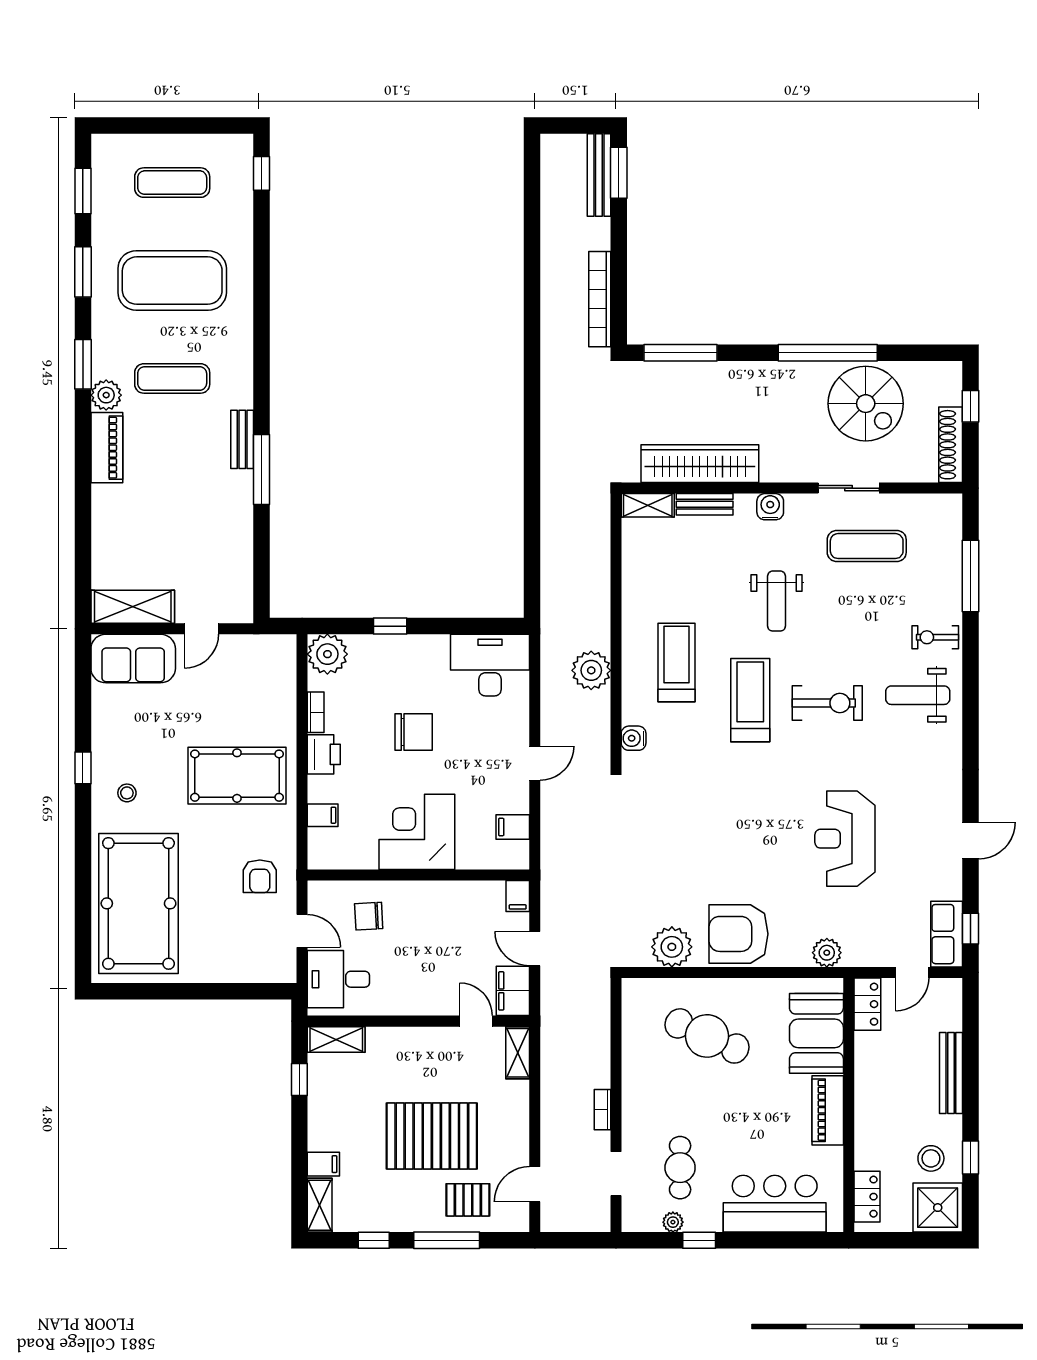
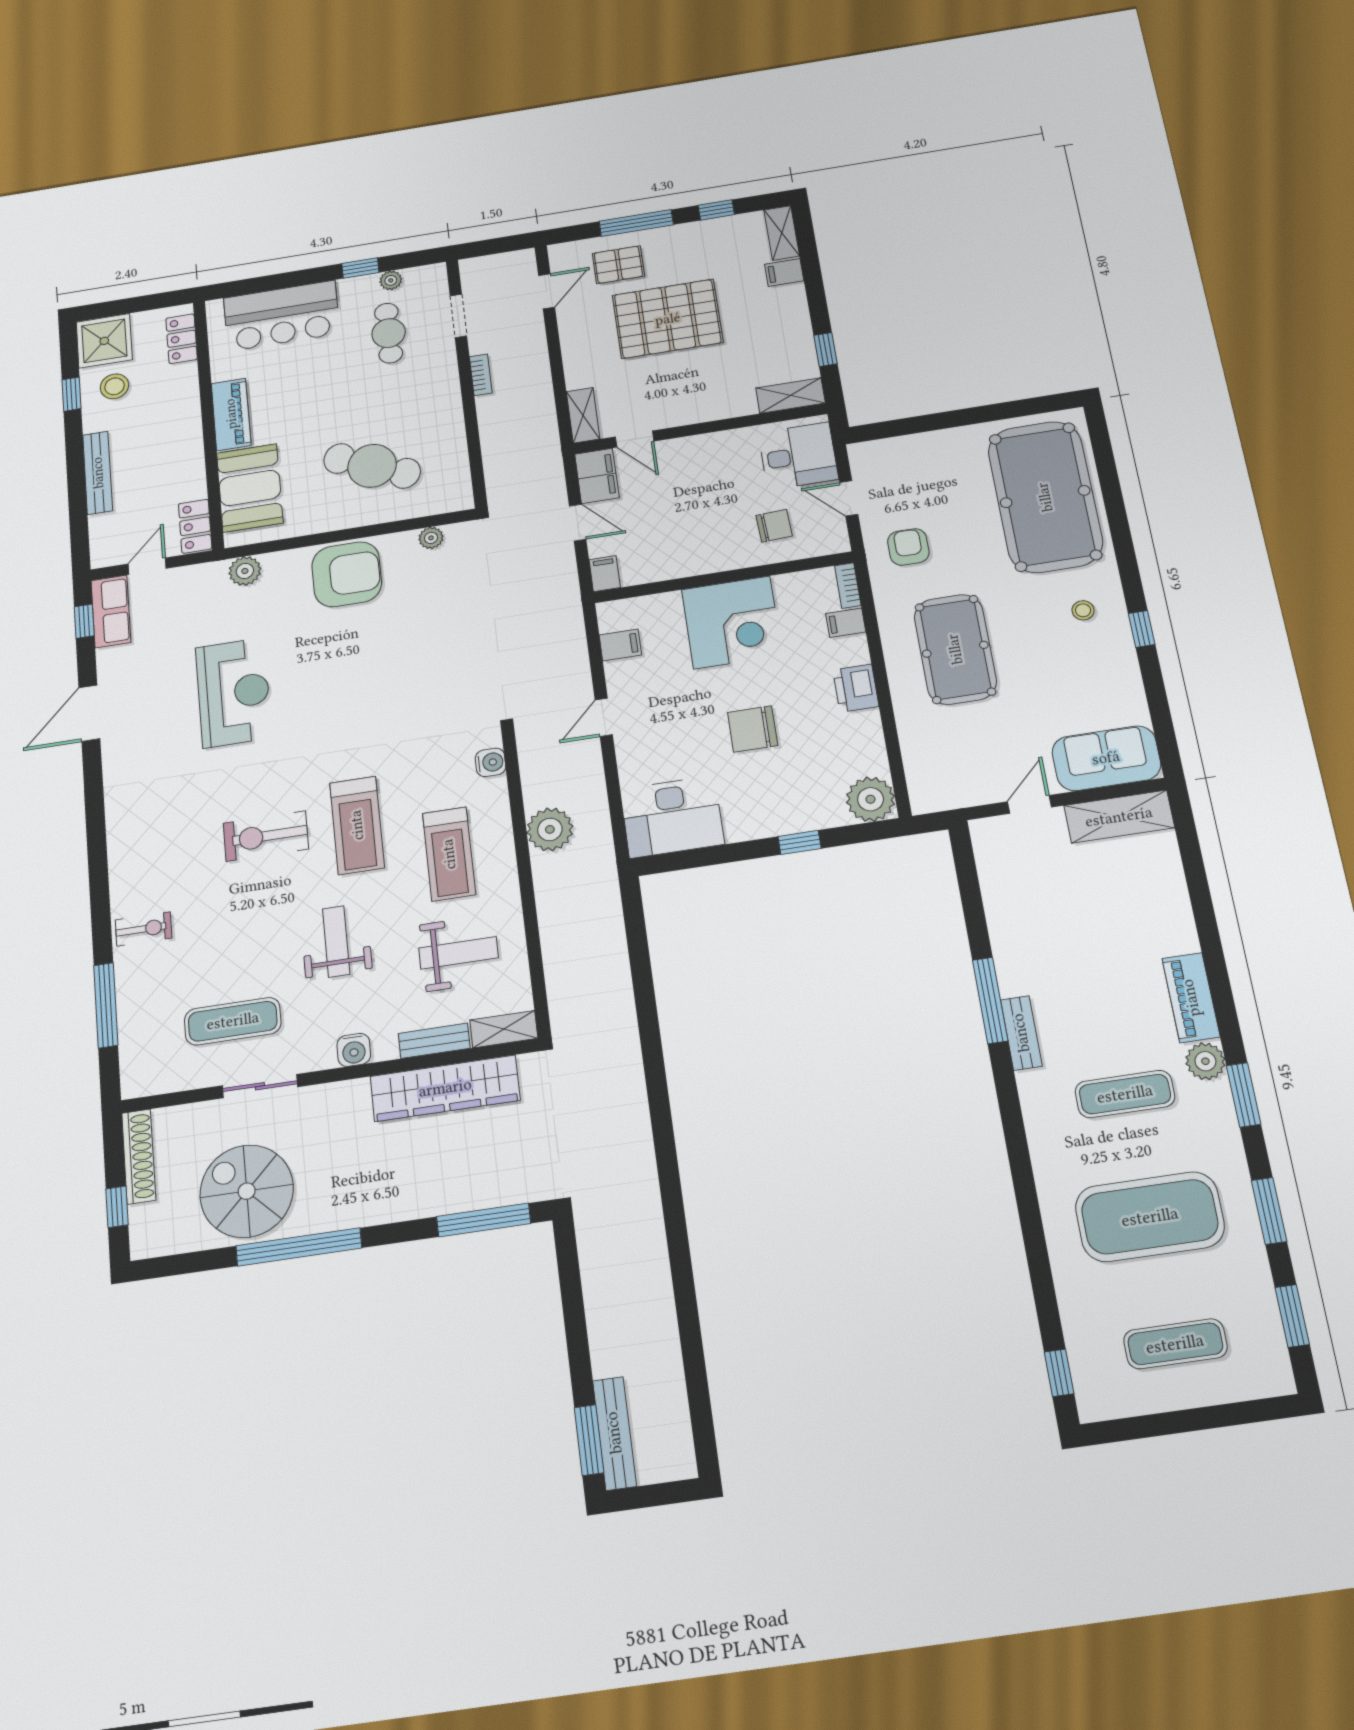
bookcase: (600, 299) -> (594, 1273), removed
weight bench: (918, 695) -> (459, 953), moved
bookcase: (316, 712) -> (848, 586), moved
pool table: (237, 776) -> (955, 649), turned 90
door: (970, 840) -> (89, 713), width x1.38
plant: (672, 947) -> (431, 538), width x0.53, depth x0.53

